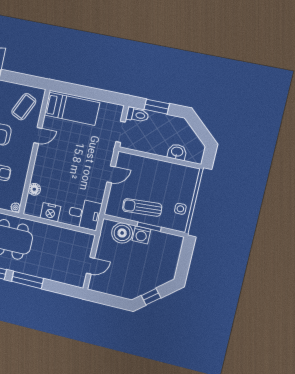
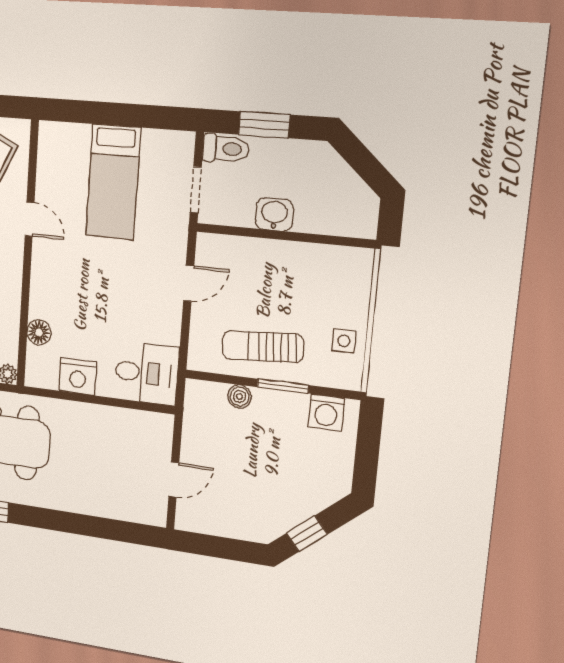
bed: (72, 109) -> (113, 182), moved, turned 90
door: (38, 135) -> (30, 219), hinge flipped
washbasin: (177, 152) -> (274, 214), moved
boiler: (122, 233) -> (239, 396), width x0.54, depth x0.54
washing machine: (141, 235) -> (326, 412), moved
window: (28, 280) -> (53, 520), removed

